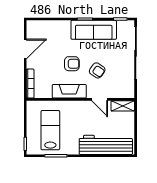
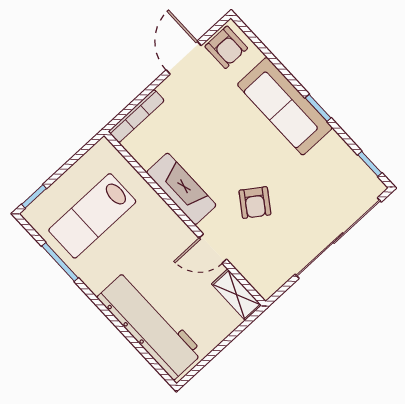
sofa: (94, 30) -> (285, 106), moved
door: (25, 49) -> (184, 58), swing flipped
armchair: (72, 64) -> (226, 47), moved
door: (100, 99) -> (213, 249), hinge flipped
lab bench: (50, 130) -> (92, 216), turned 180

